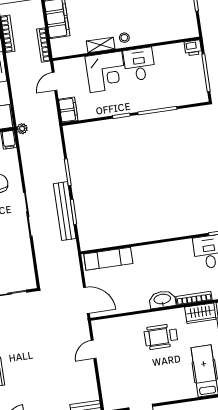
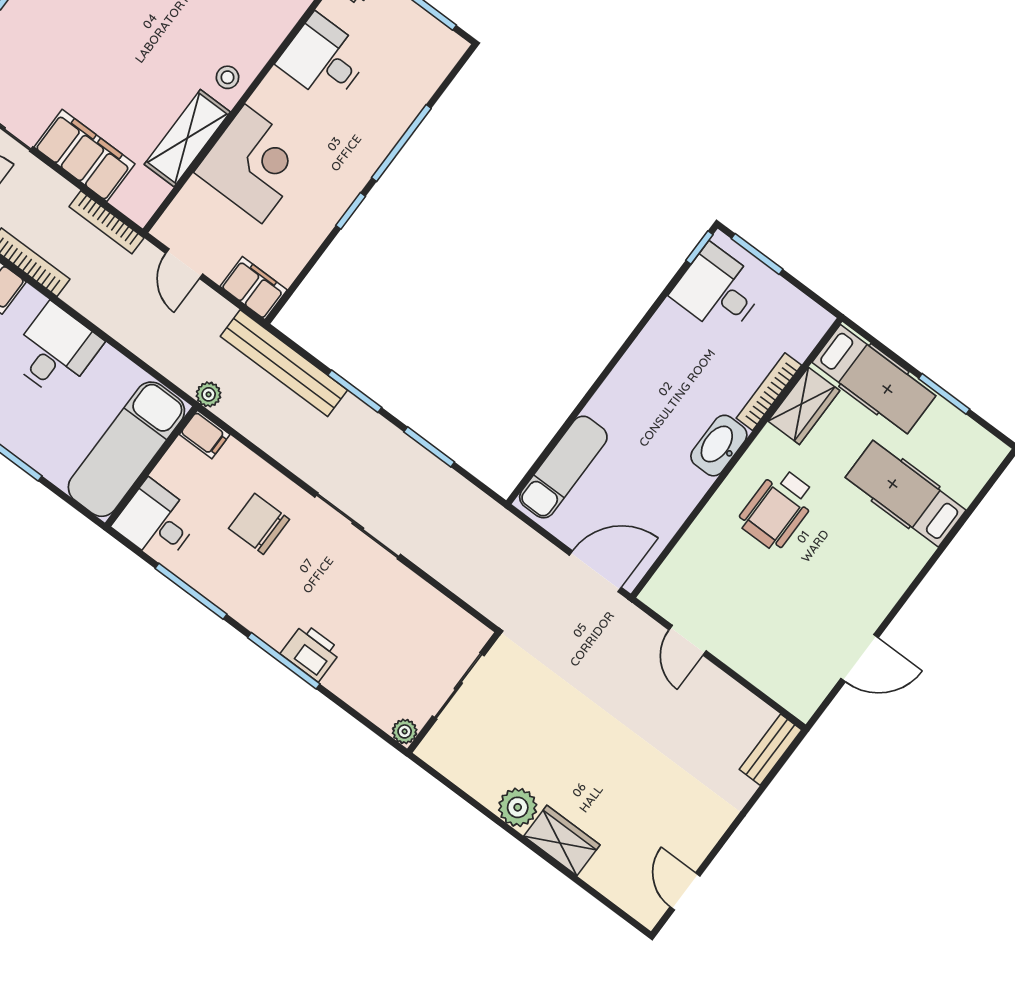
shelving: (101, 45) -> (187, 138), width x1.50, depth x1.33
desk: (139, 64) -> (324, 59), moved
bench: (65, 211) -> (284, 363), moved

